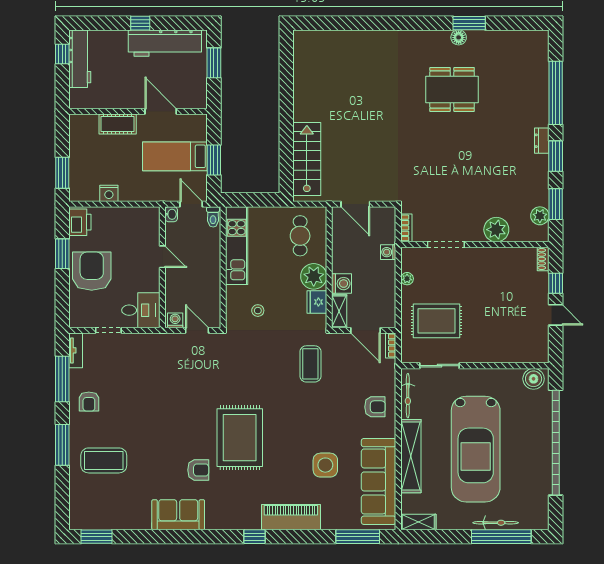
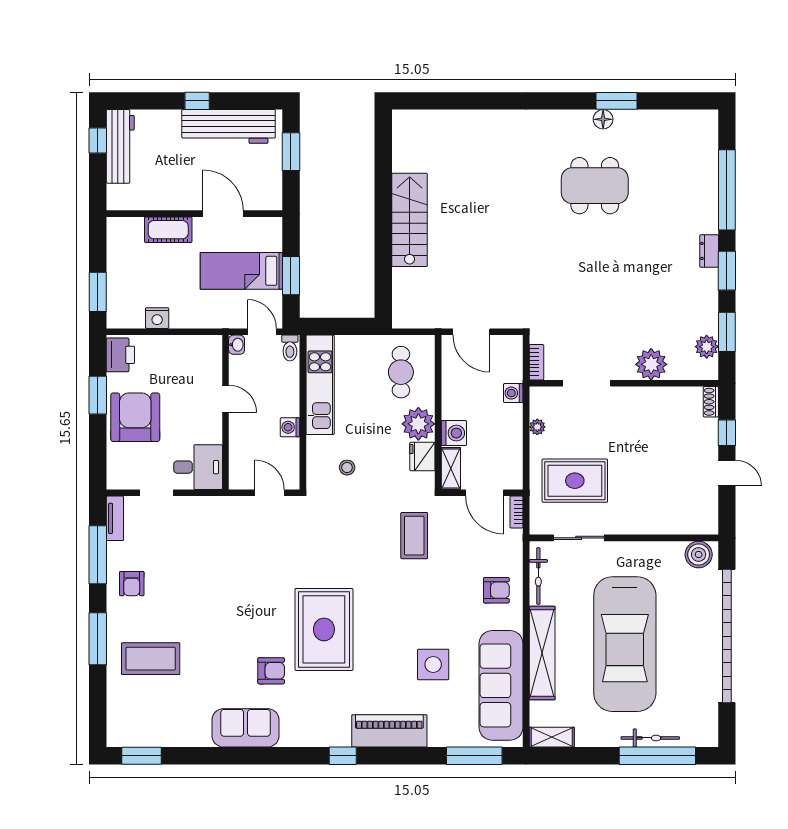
stairs: (307, 159) -> (410, 220), moved
washing machine: (175, 320) -> (290, 427), moved, turned -90

